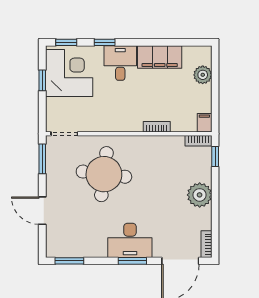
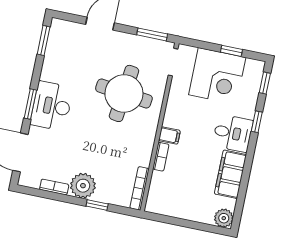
corner desk: (69, 73) -> (217, 76), moved
plant: (203, 75) -> (224, 218), moved
filing cabinet: (204, 123) -> (169, 135), moved
bookcase: (199, 141) -> (140, 188), width x1.56
window: (215, 157) -> (97, 205), moved
bookcase: (206, 244) -> (54, 187), moved

